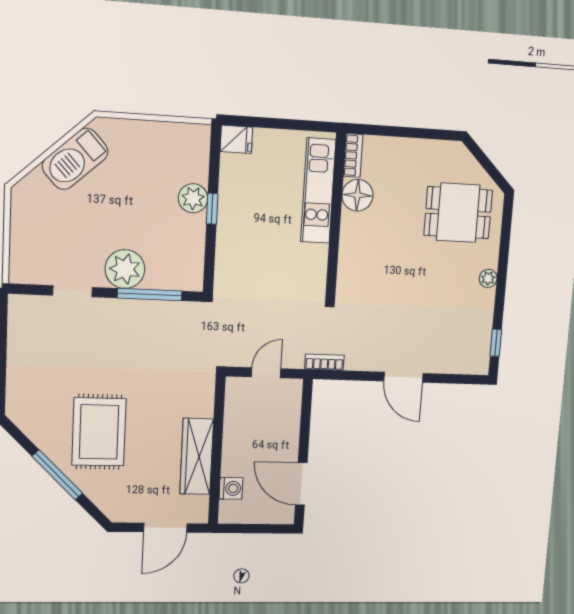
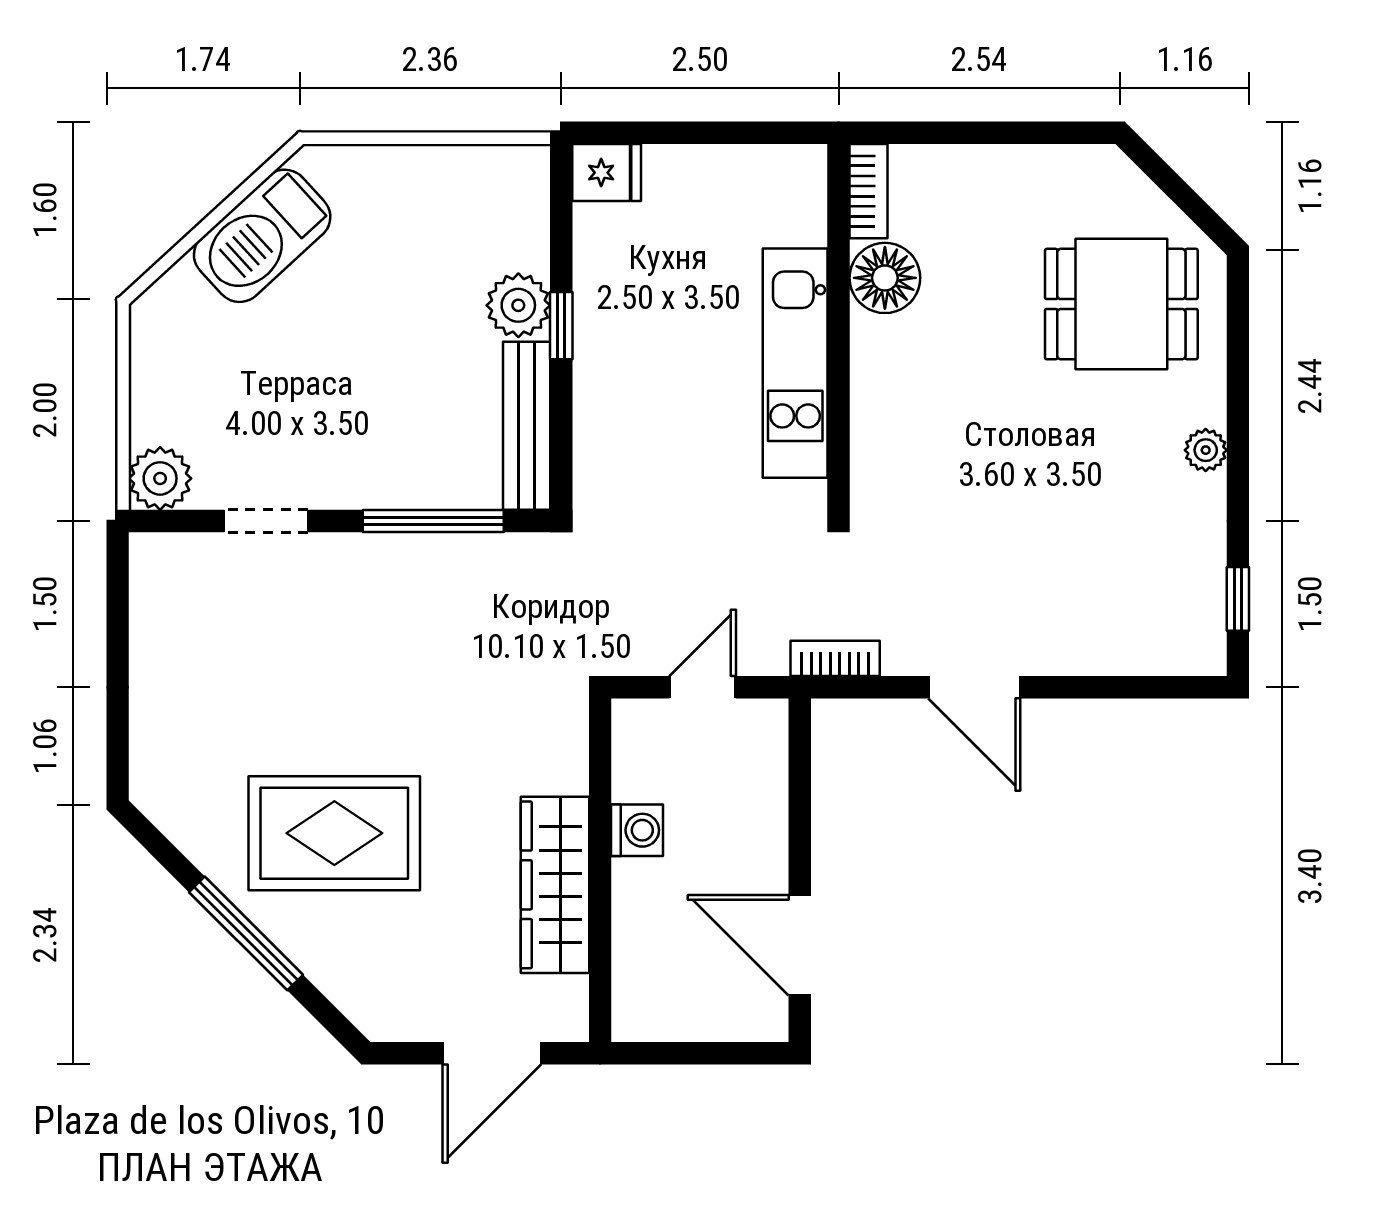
kitchen unit: (318, 191) -> (795, 363), moved
bench: (194, 253) -> (527, 426), added
plant: (125, 269) -> (160, 478), moved, width x0.73, depth x0.73
door: (403, 377) -> (974, 687), moved
rug: (99, 432) -> (334, 833), turned 90
washing machine: (231, 488) -> (637, 830), moved

